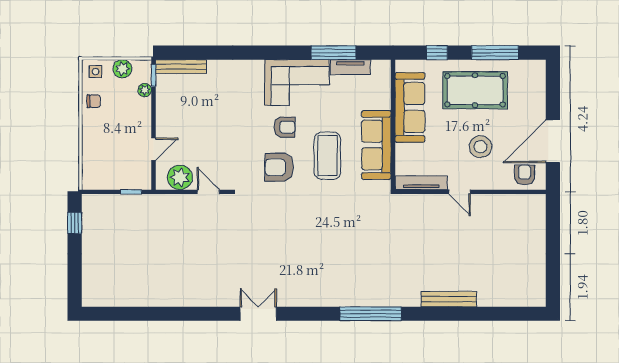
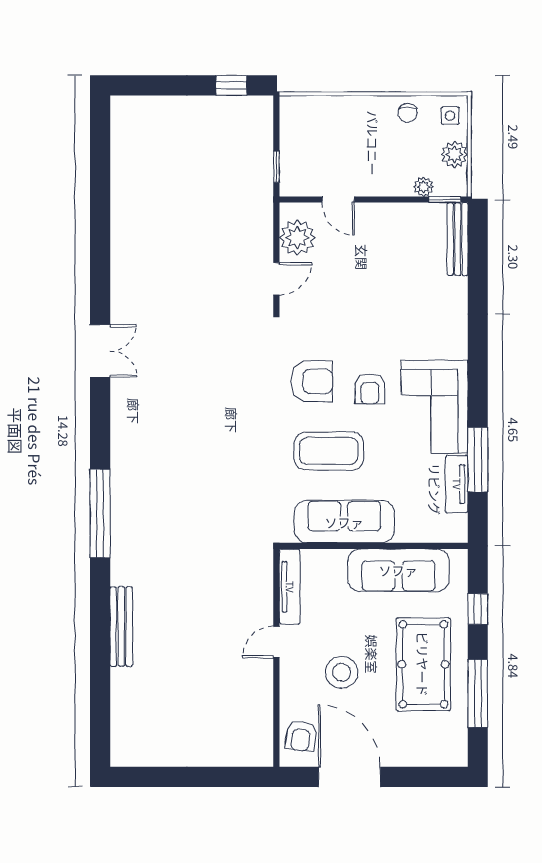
armchair: (279, 167) -> (312, 381), turned 90
armchair: (525, 175) -> (301, 736), turned 97

